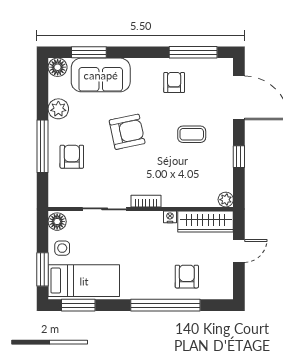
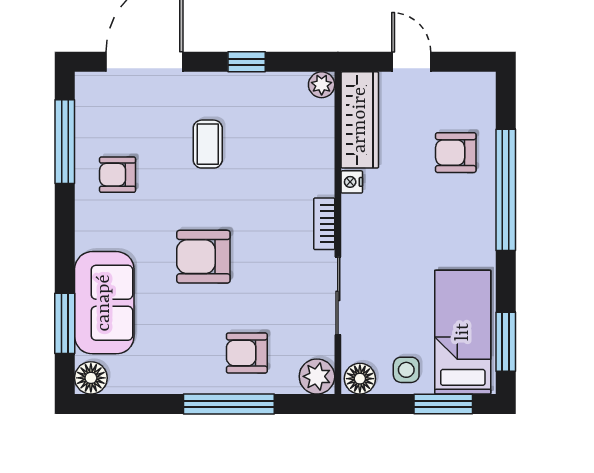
plant: (58, 109) -> (317, 376), moved
armchair: (127, 132) -> (203, 257), turned -78

